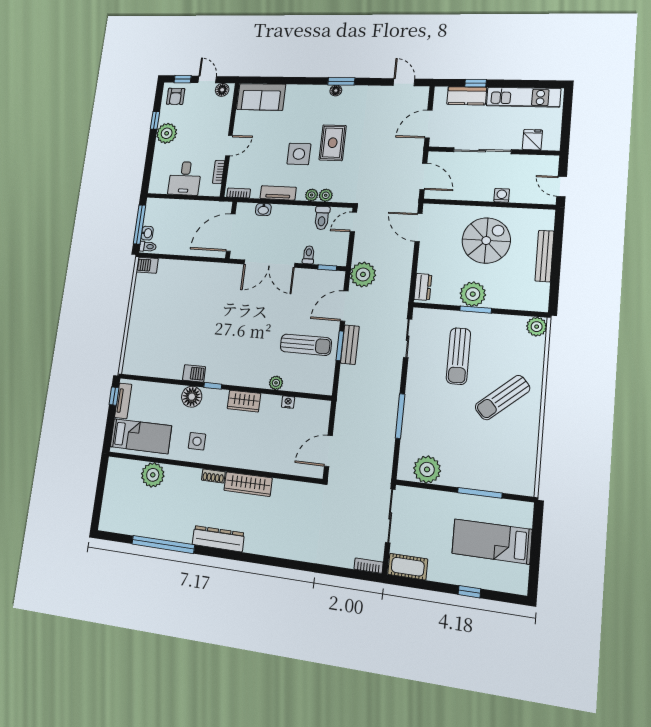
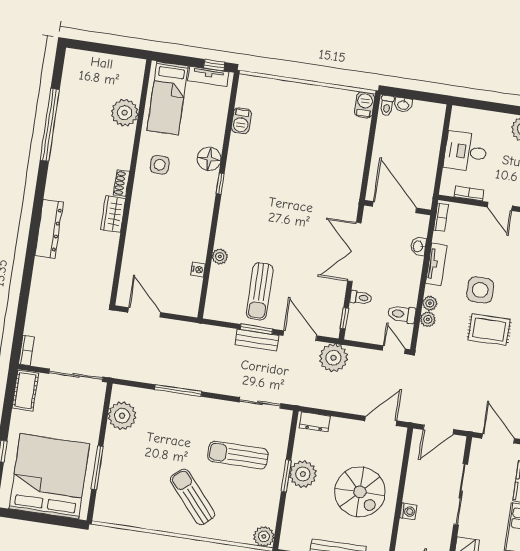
window: (140, 224) -> (415, 95), removed
barbecue: (194, 373) -> (241, 121), moved
wardrobe: (244, 401) -> (201, 220), removed
wardrobe: (248, 484) -> (113, 214), width x0.67
dresser: (218, 539) -> (49, 229), moved
bed: (492, 541) -> (49, 476), width x2.04

